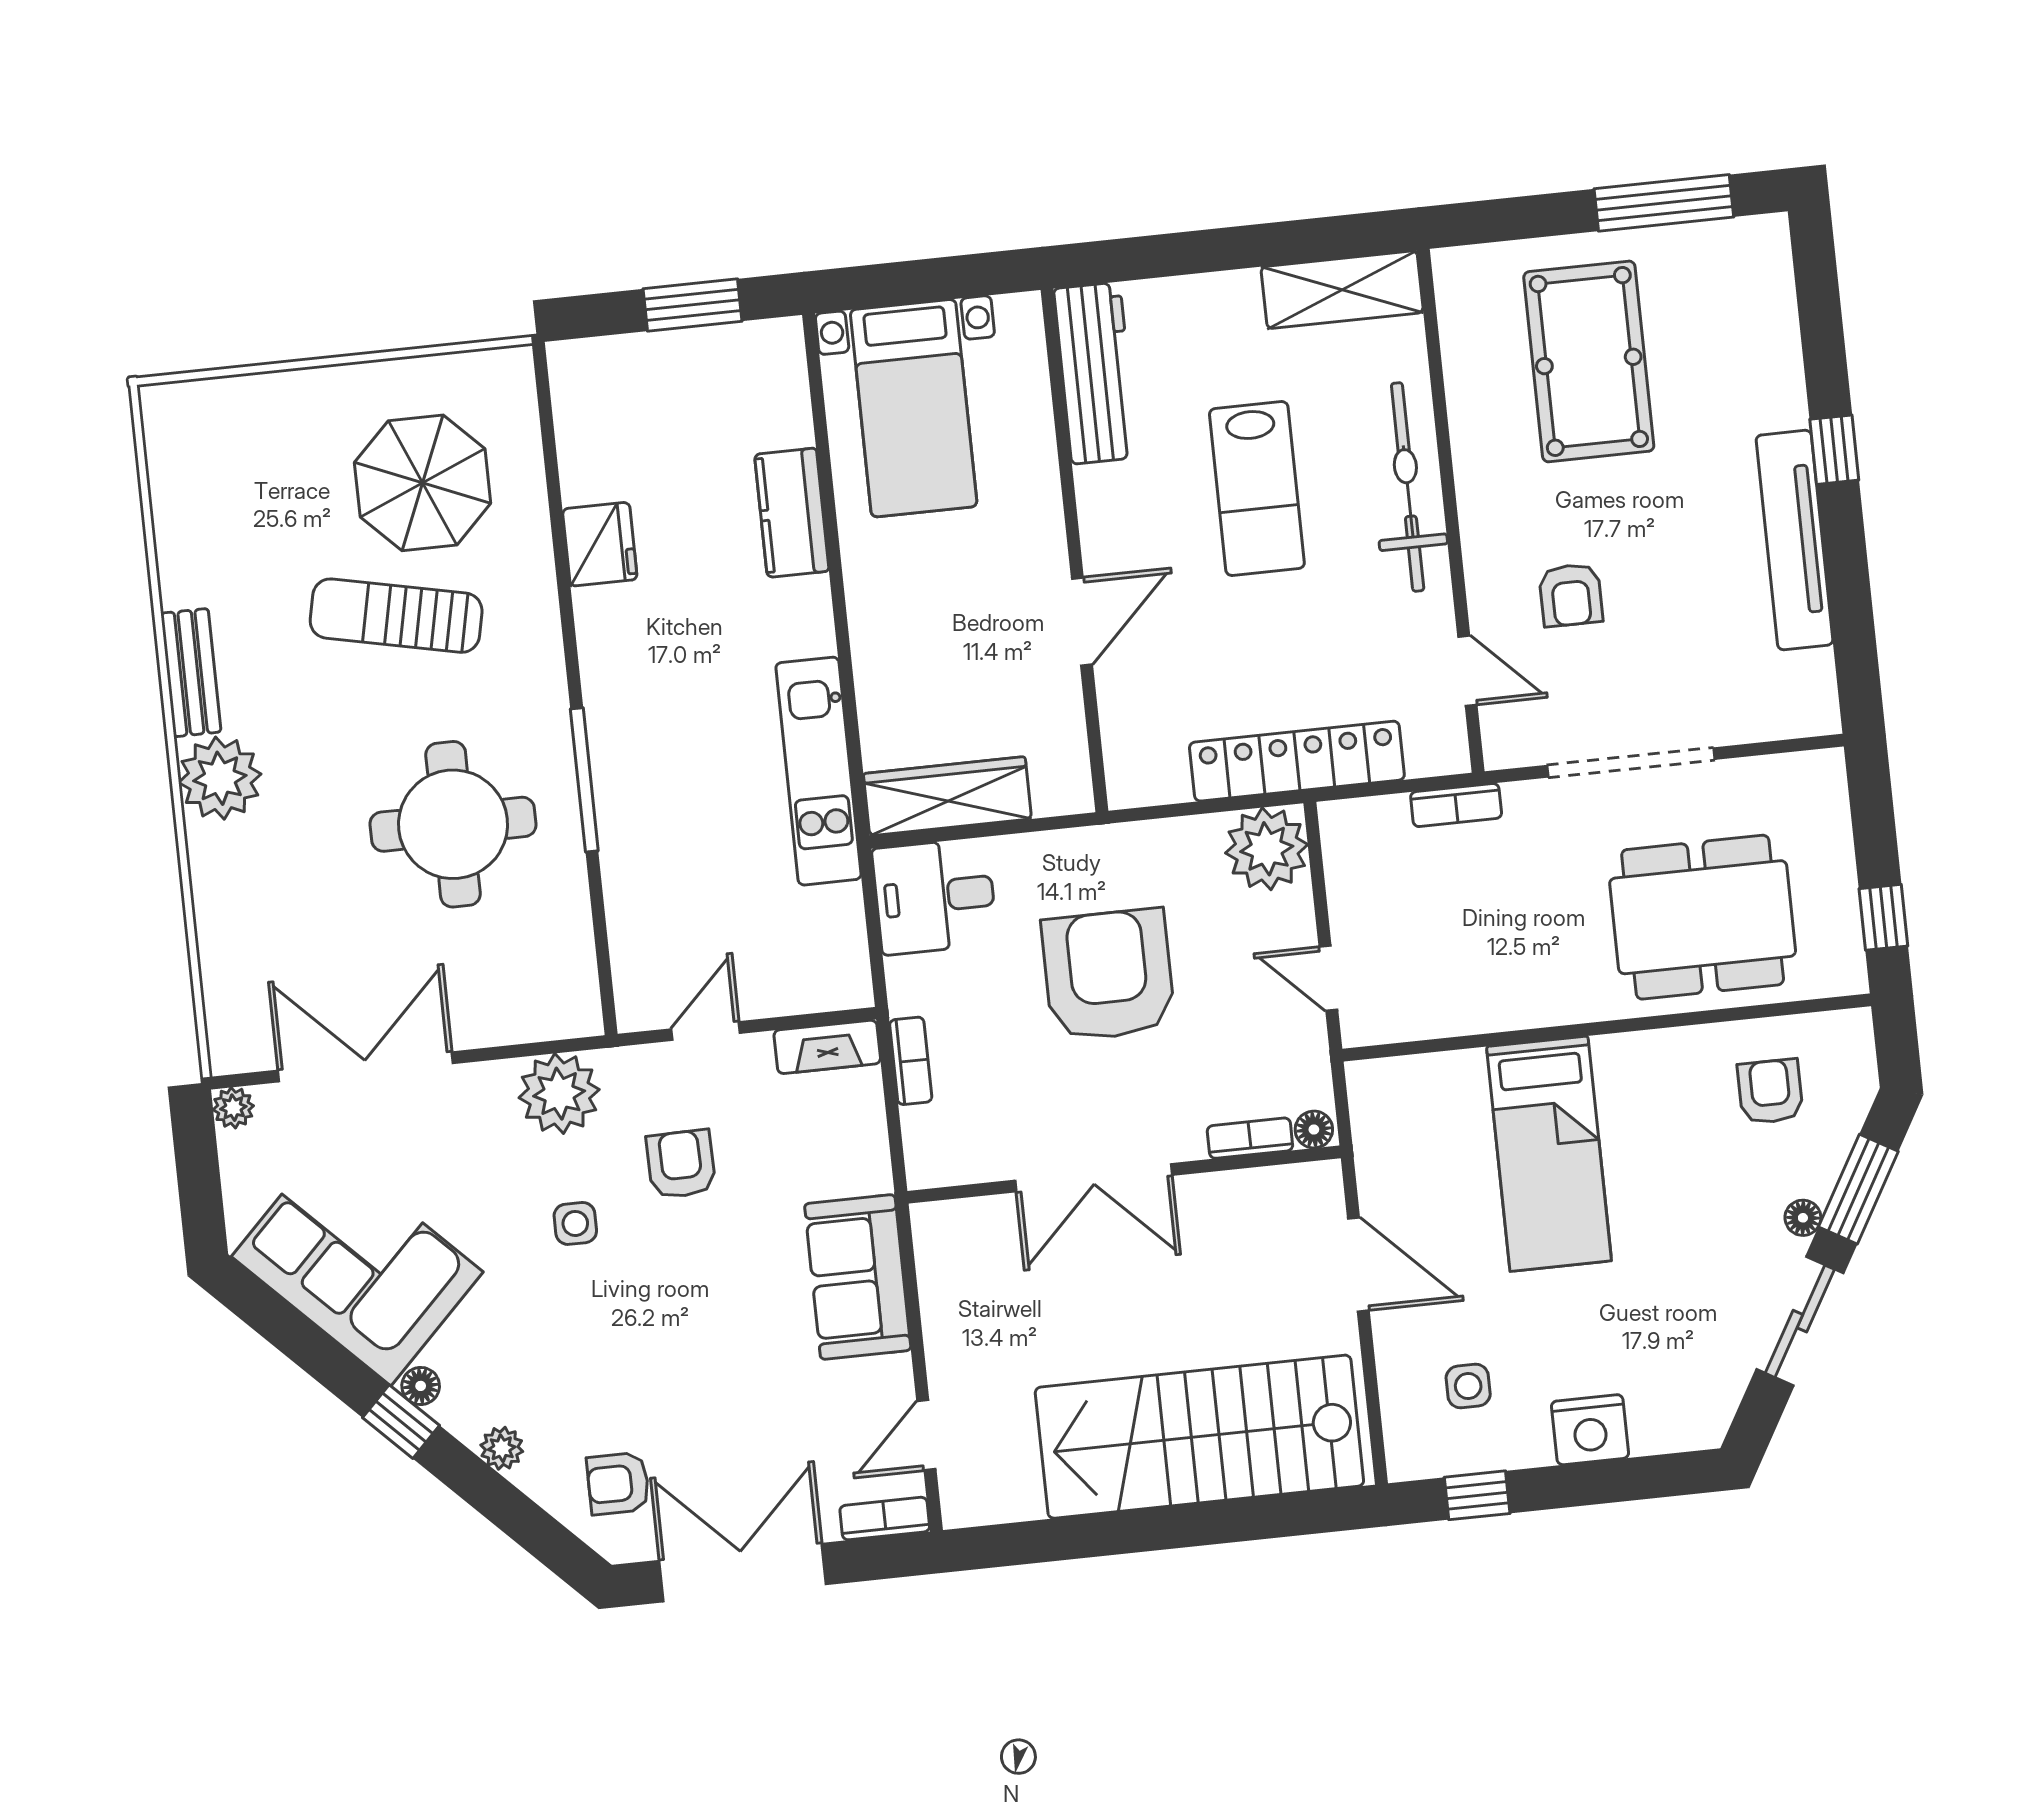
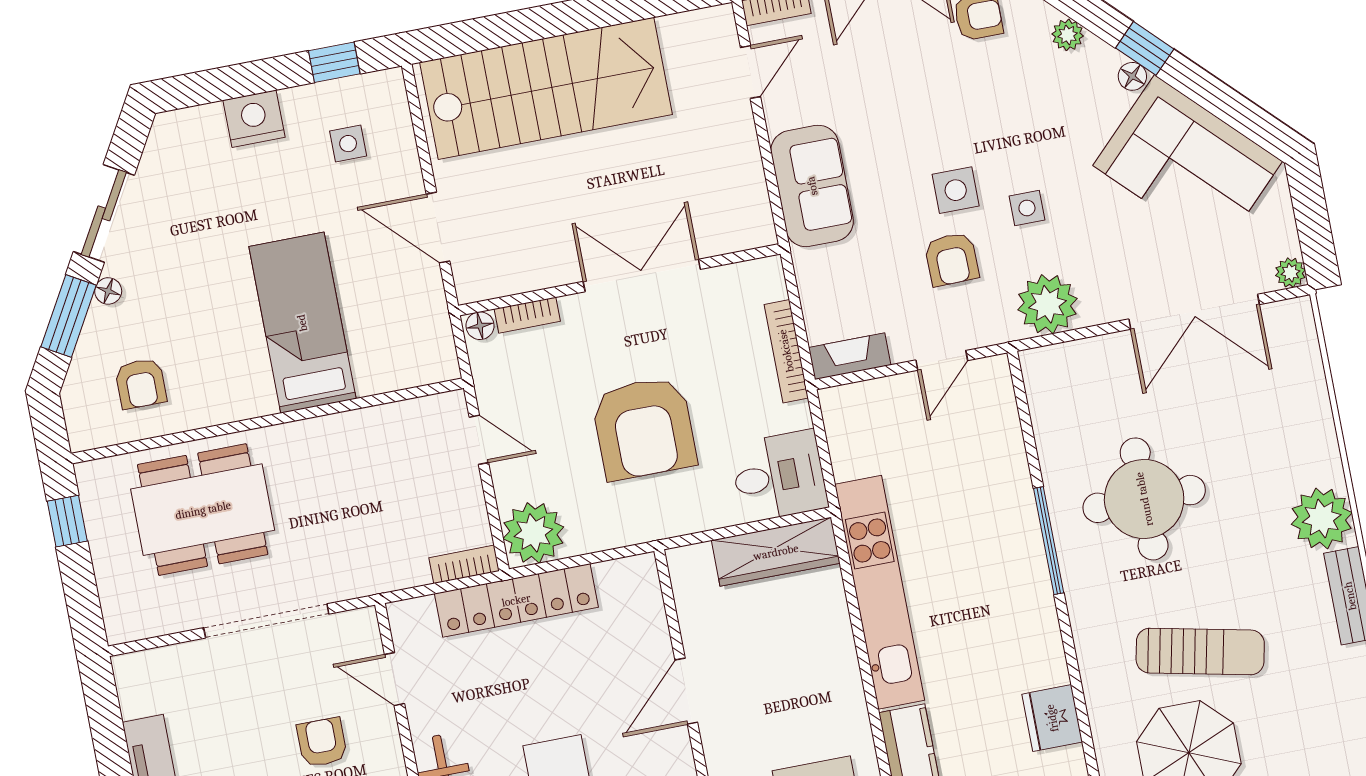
kitchen unit: (818, 771) -> (880, 592), width x1.36
bookcase: (1456, 805) -> (464, 564), moved
bookcase: (911, 1061) -> (786, 351), width x1.56
side table: (668, 1255) -> (956, 190), added

